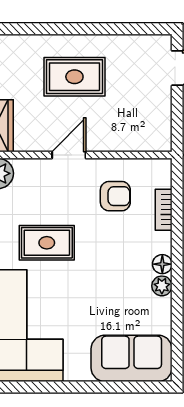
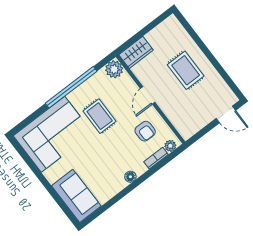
door: (69, 155) -> (148, 95), swing flipped
plant: (162, 286) -> (170, 146), moved

